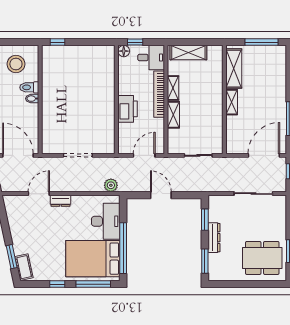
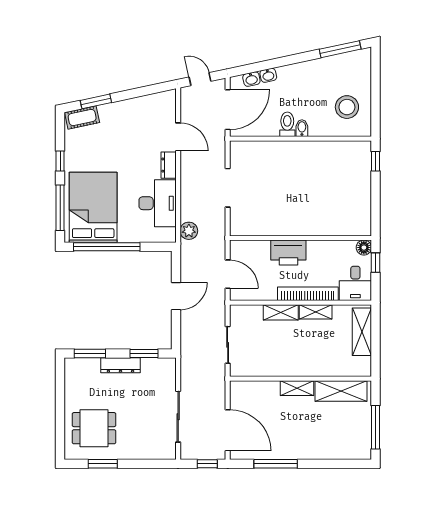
toilet: (29, 87) -> (287, 124), moved
desk: (106, 221) -> (158, 203), moved, turned -90
dining table: (262, 258) -> (94, 428), width x0.73

